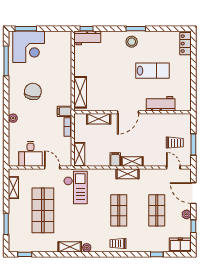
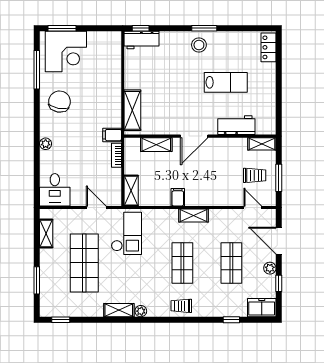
chair: (33, 91) -> (60, 102), moved
desk: (30, 154) -> (55, 190), moved
shelving: (132, 161) -> (262, 144), moved

